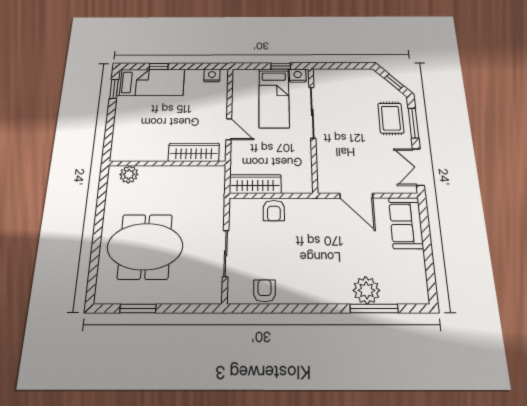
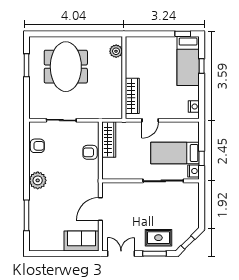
plant: (366, 290) -> (38, 180), moved

